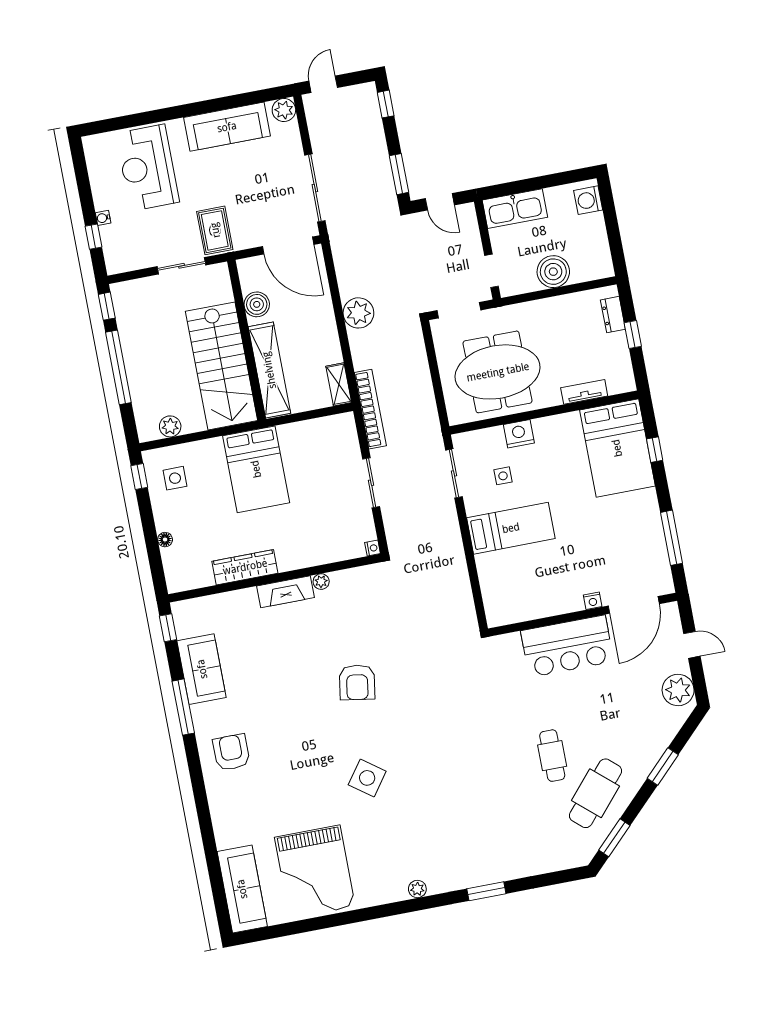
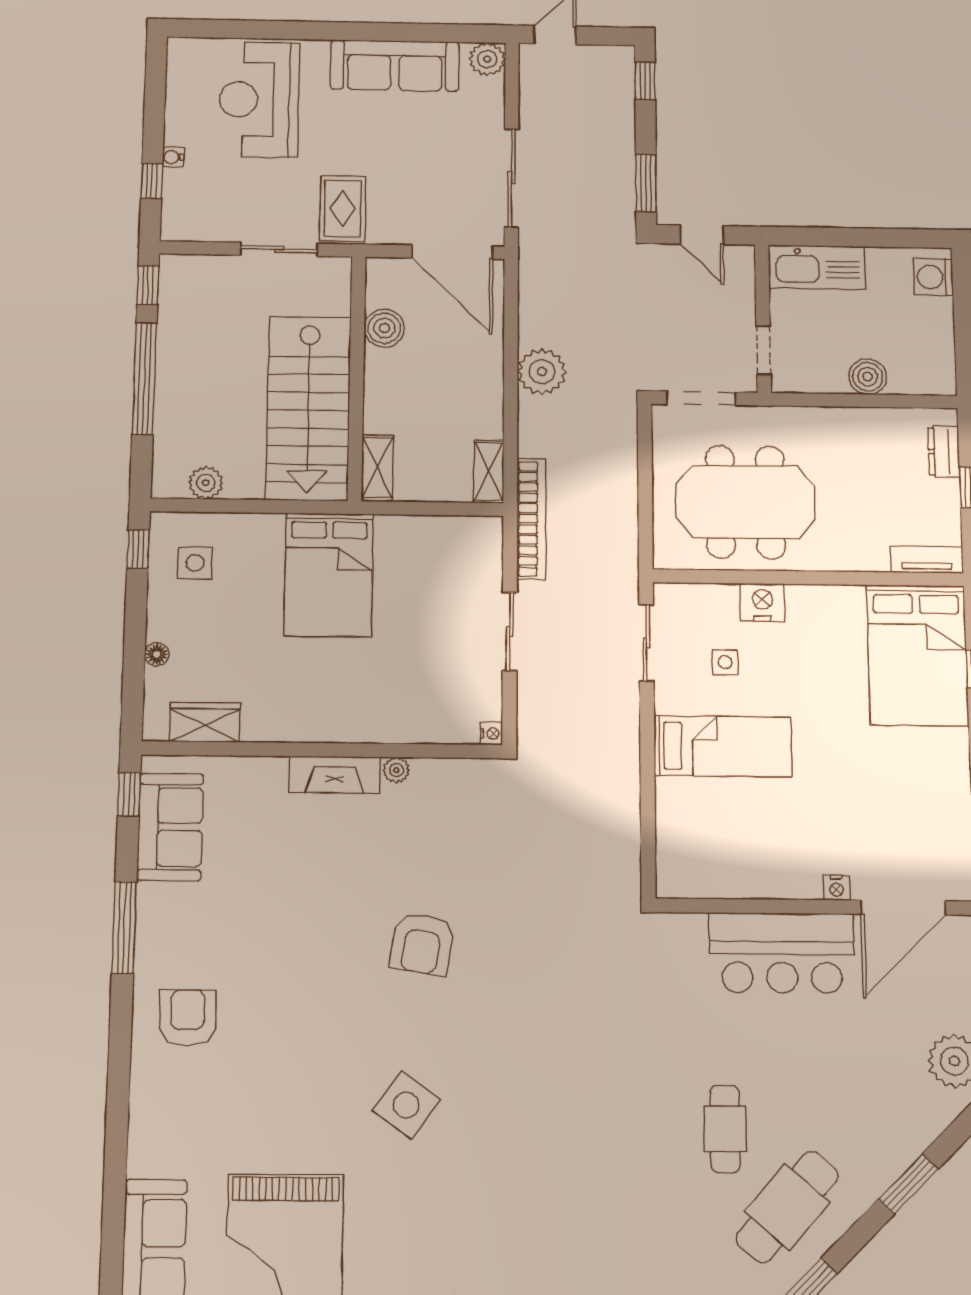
boiler: (553, 272) -> (868, 377), width x0.73, depth x0.73
shelving: (269, 370) -> (377, 468), width x0.45, depth x0.75
tv unit: (584, 392) -> (927, 560), moved
wardrobe: (245, 567) -> (205, 722), moved, width x0.67
sofa: (202, 669) -> (170, 827), moved

